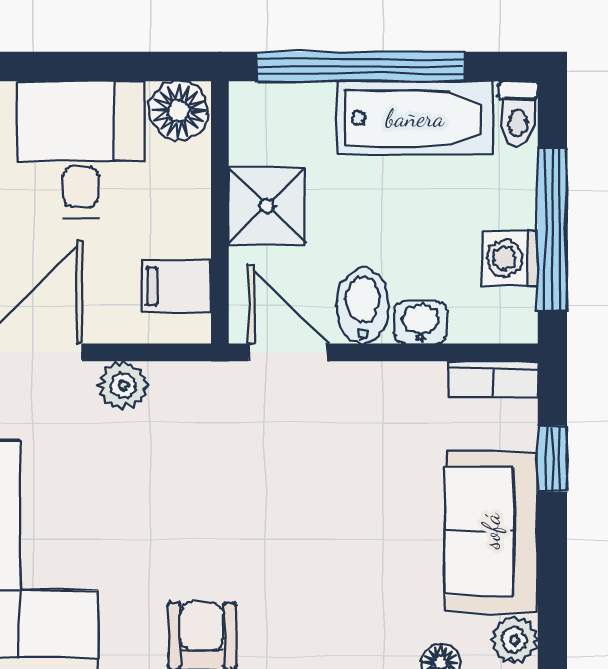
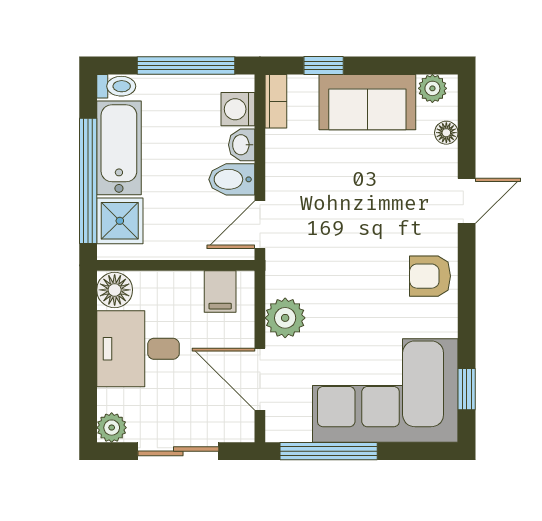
shower: (267, 206) -> (120, 221), moved
washing machine: (510, 258) -> (238, 109), moved, turned 90
plant: (123, 385) -> (285, 318), width x1.38, depth x1.38

